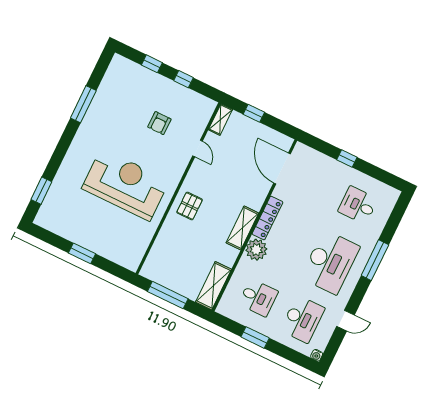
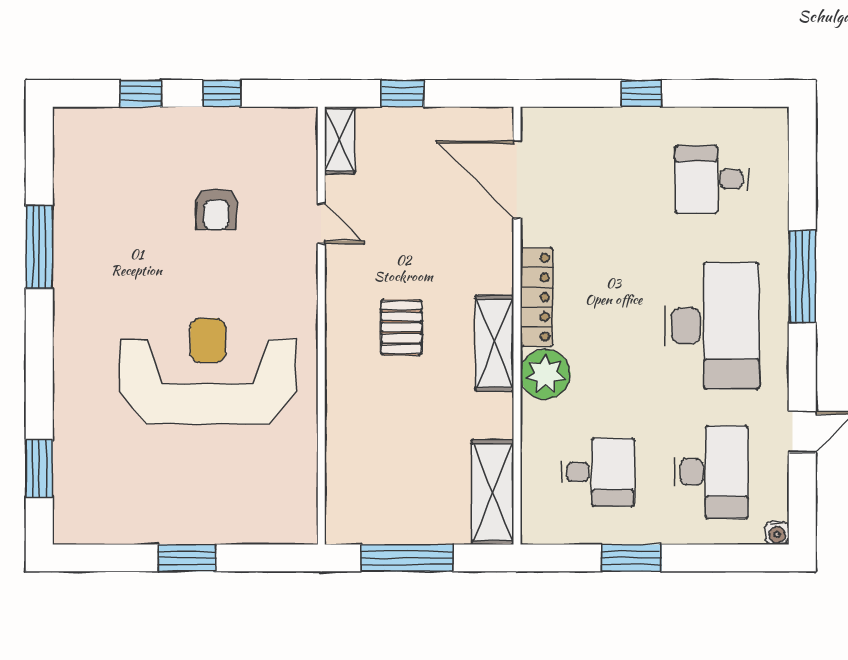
pallet: (190, 206) -> (401, 327), moved

